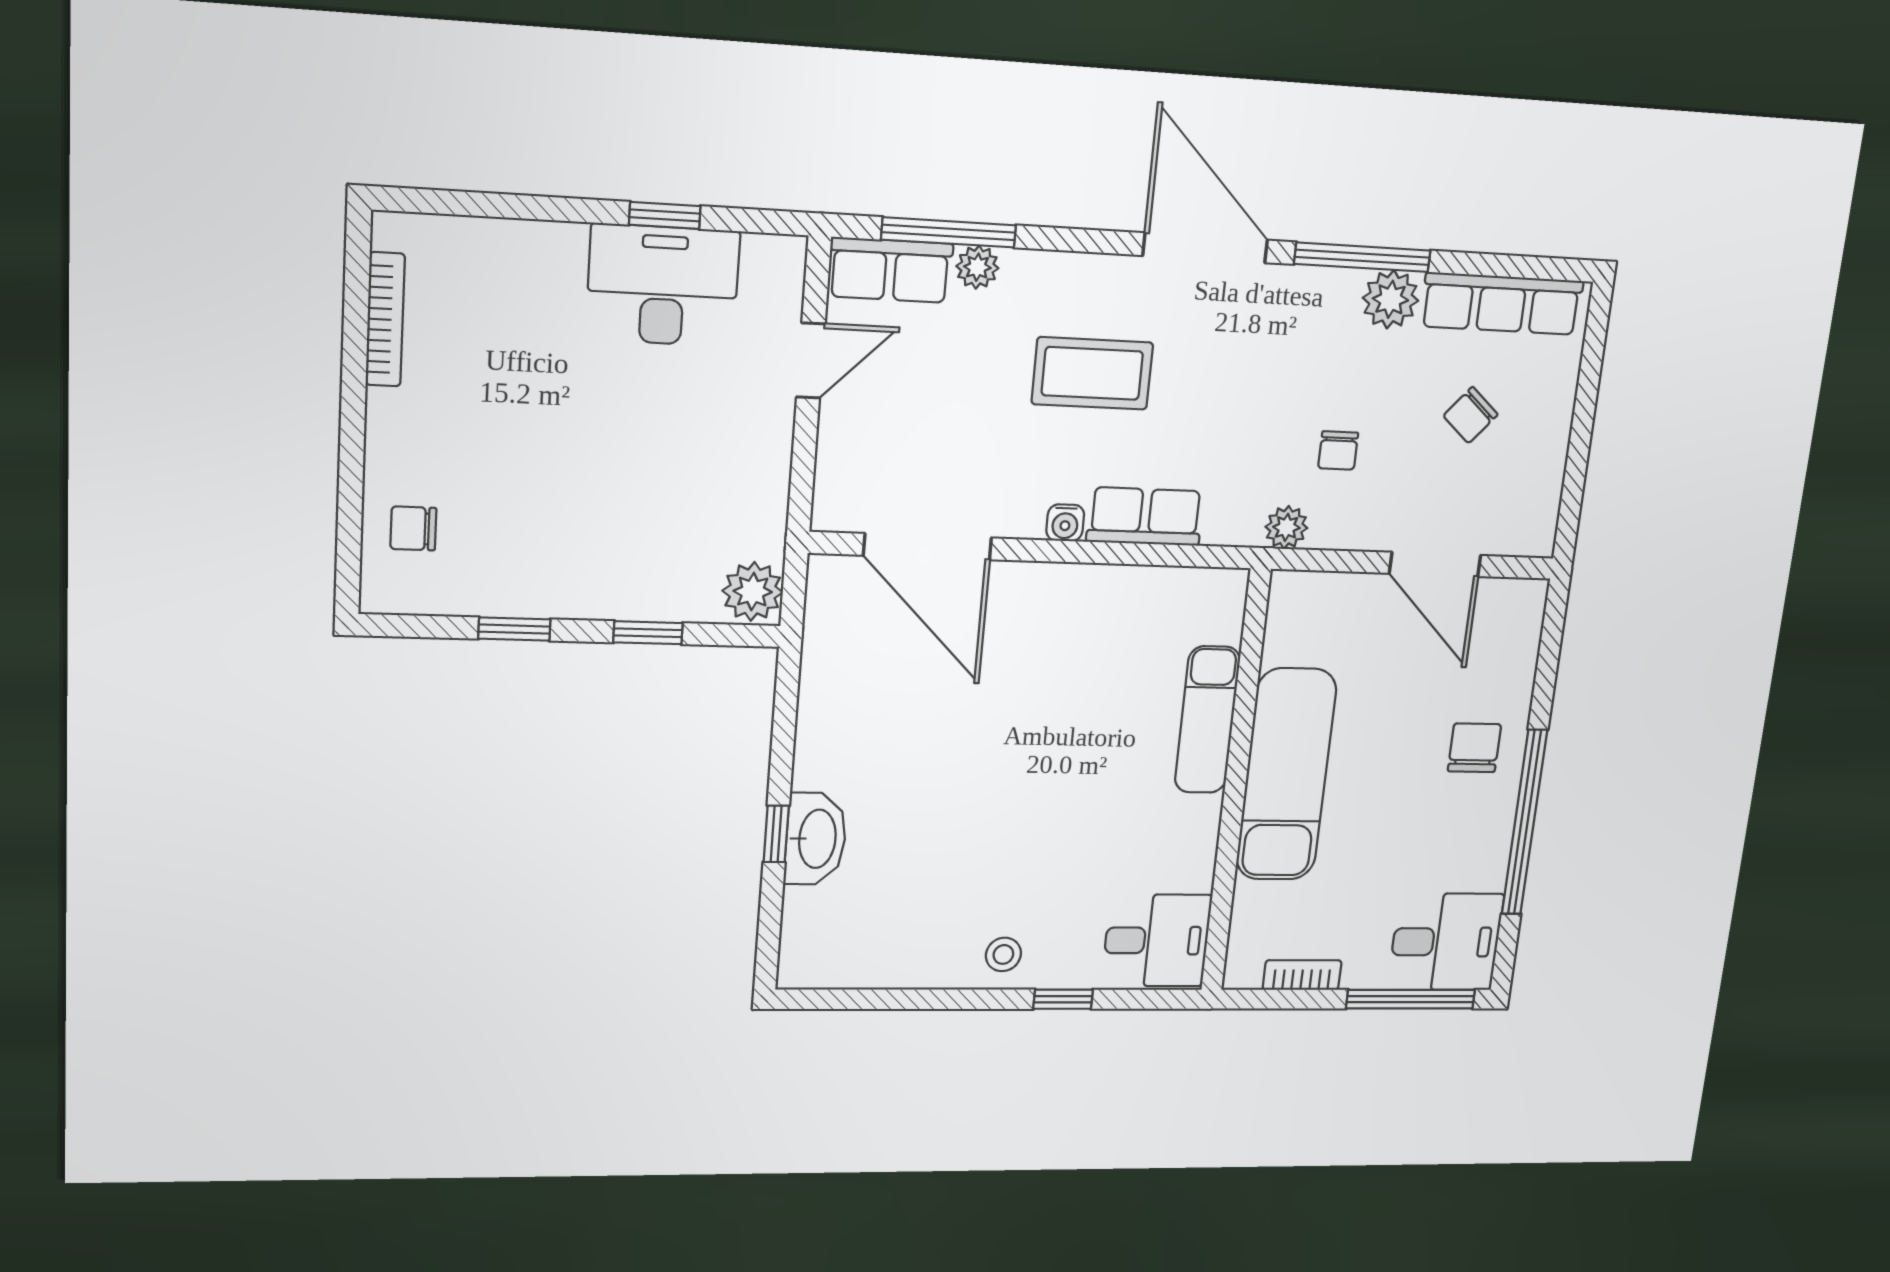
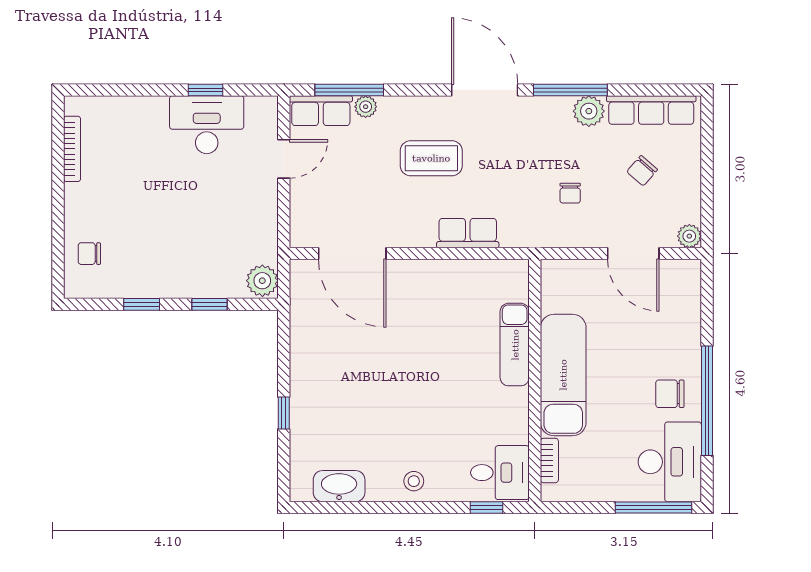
water cooler: (1065, 523) -> (425, 238), removed
plant: (1286, 527) -> (689, 236), moved
chair: (1474, 748) -> (670, 394), moved, turned -90
washbasin: (816, 839) -> (339, 486), moved, turned -90
desk: (1446, 942) -> (670, 462), width x1.37
bookcase: (1302, 975) -> (549, 460), moved, turned 90
window: (1063, 999) -> (487, 508), moved

